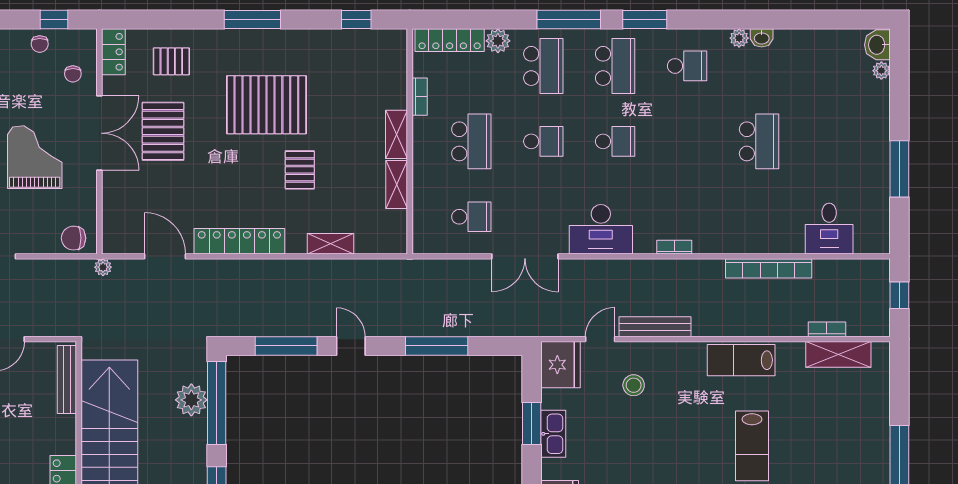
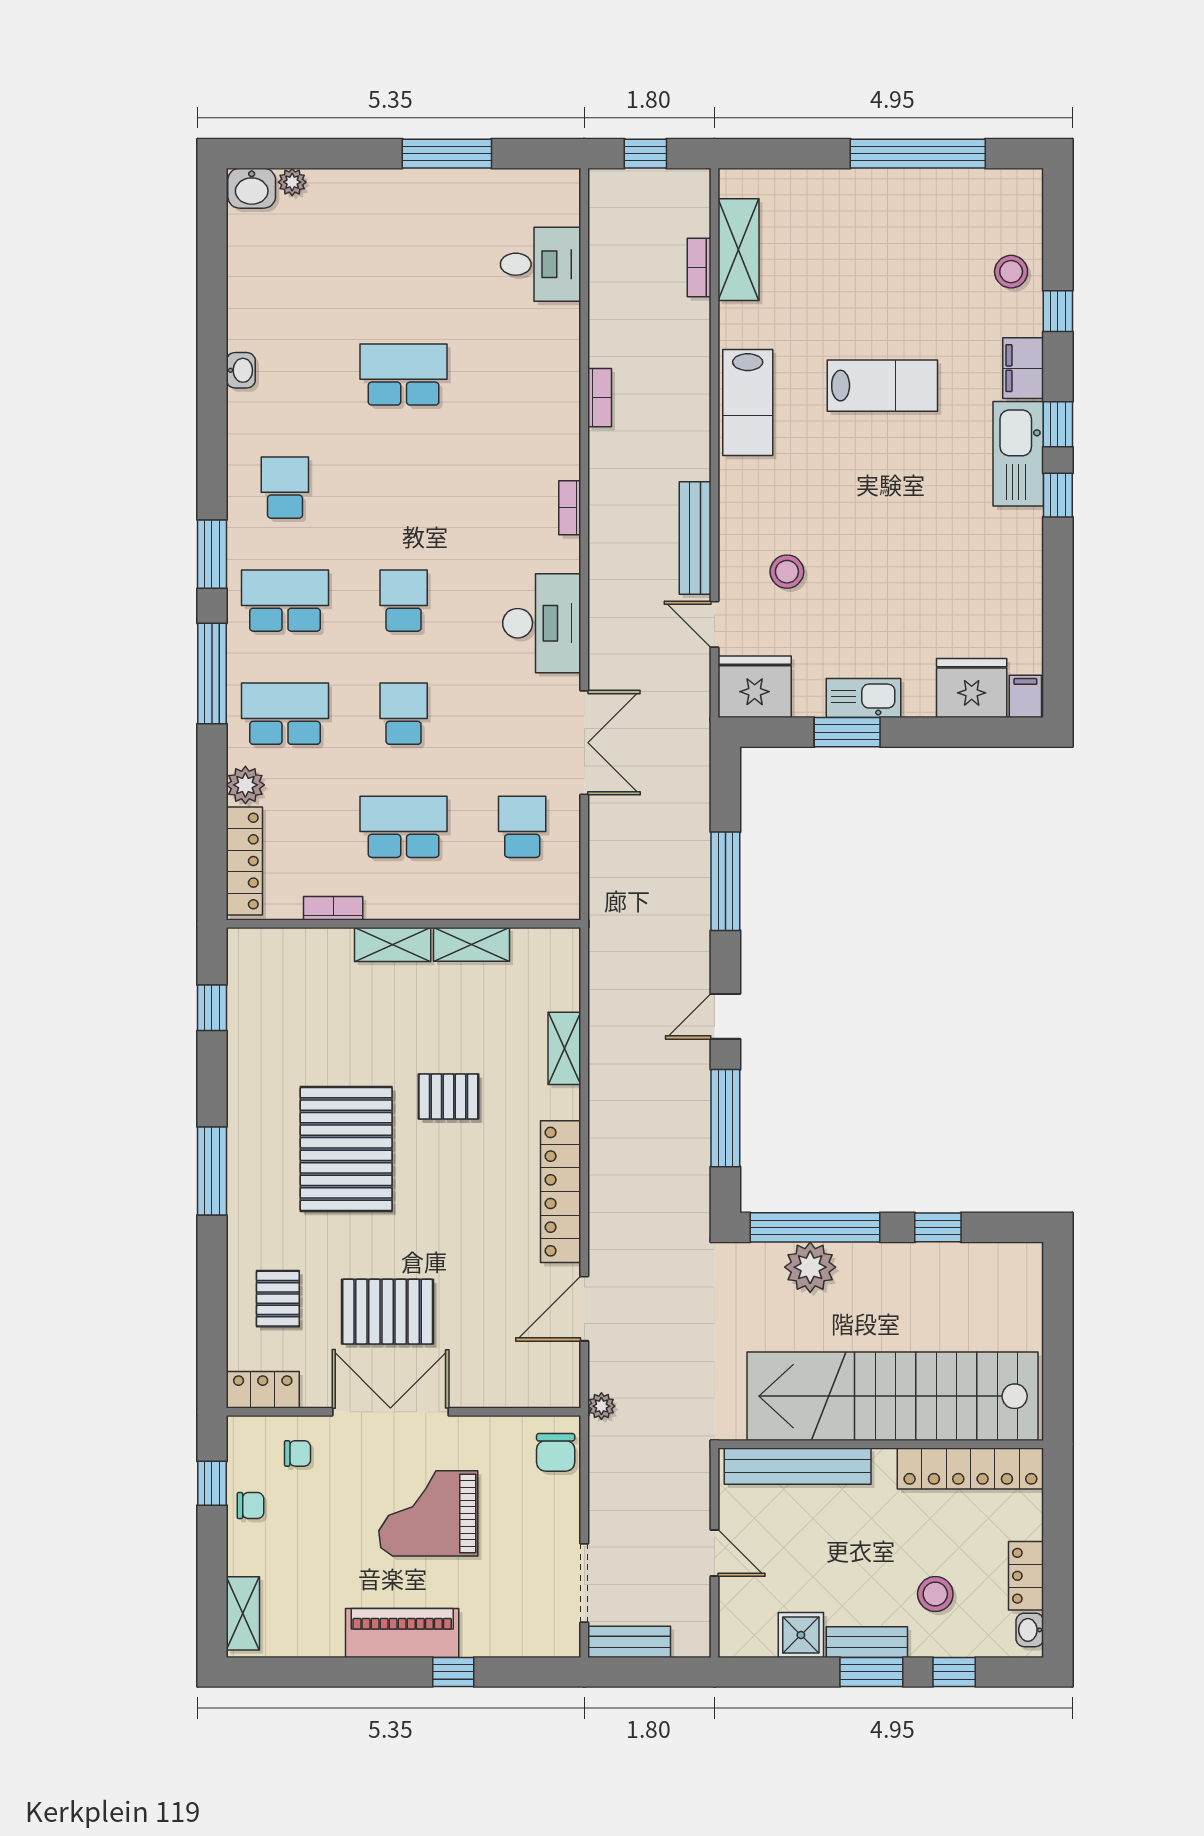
plant: (739, 38) -> (241, 406), removed
bookcase: (769, 268) -> (600, 398), width x0.43, depth x0.76
bench: (67, 379) -> (798, 1466), width x1.37, depth x1.21

